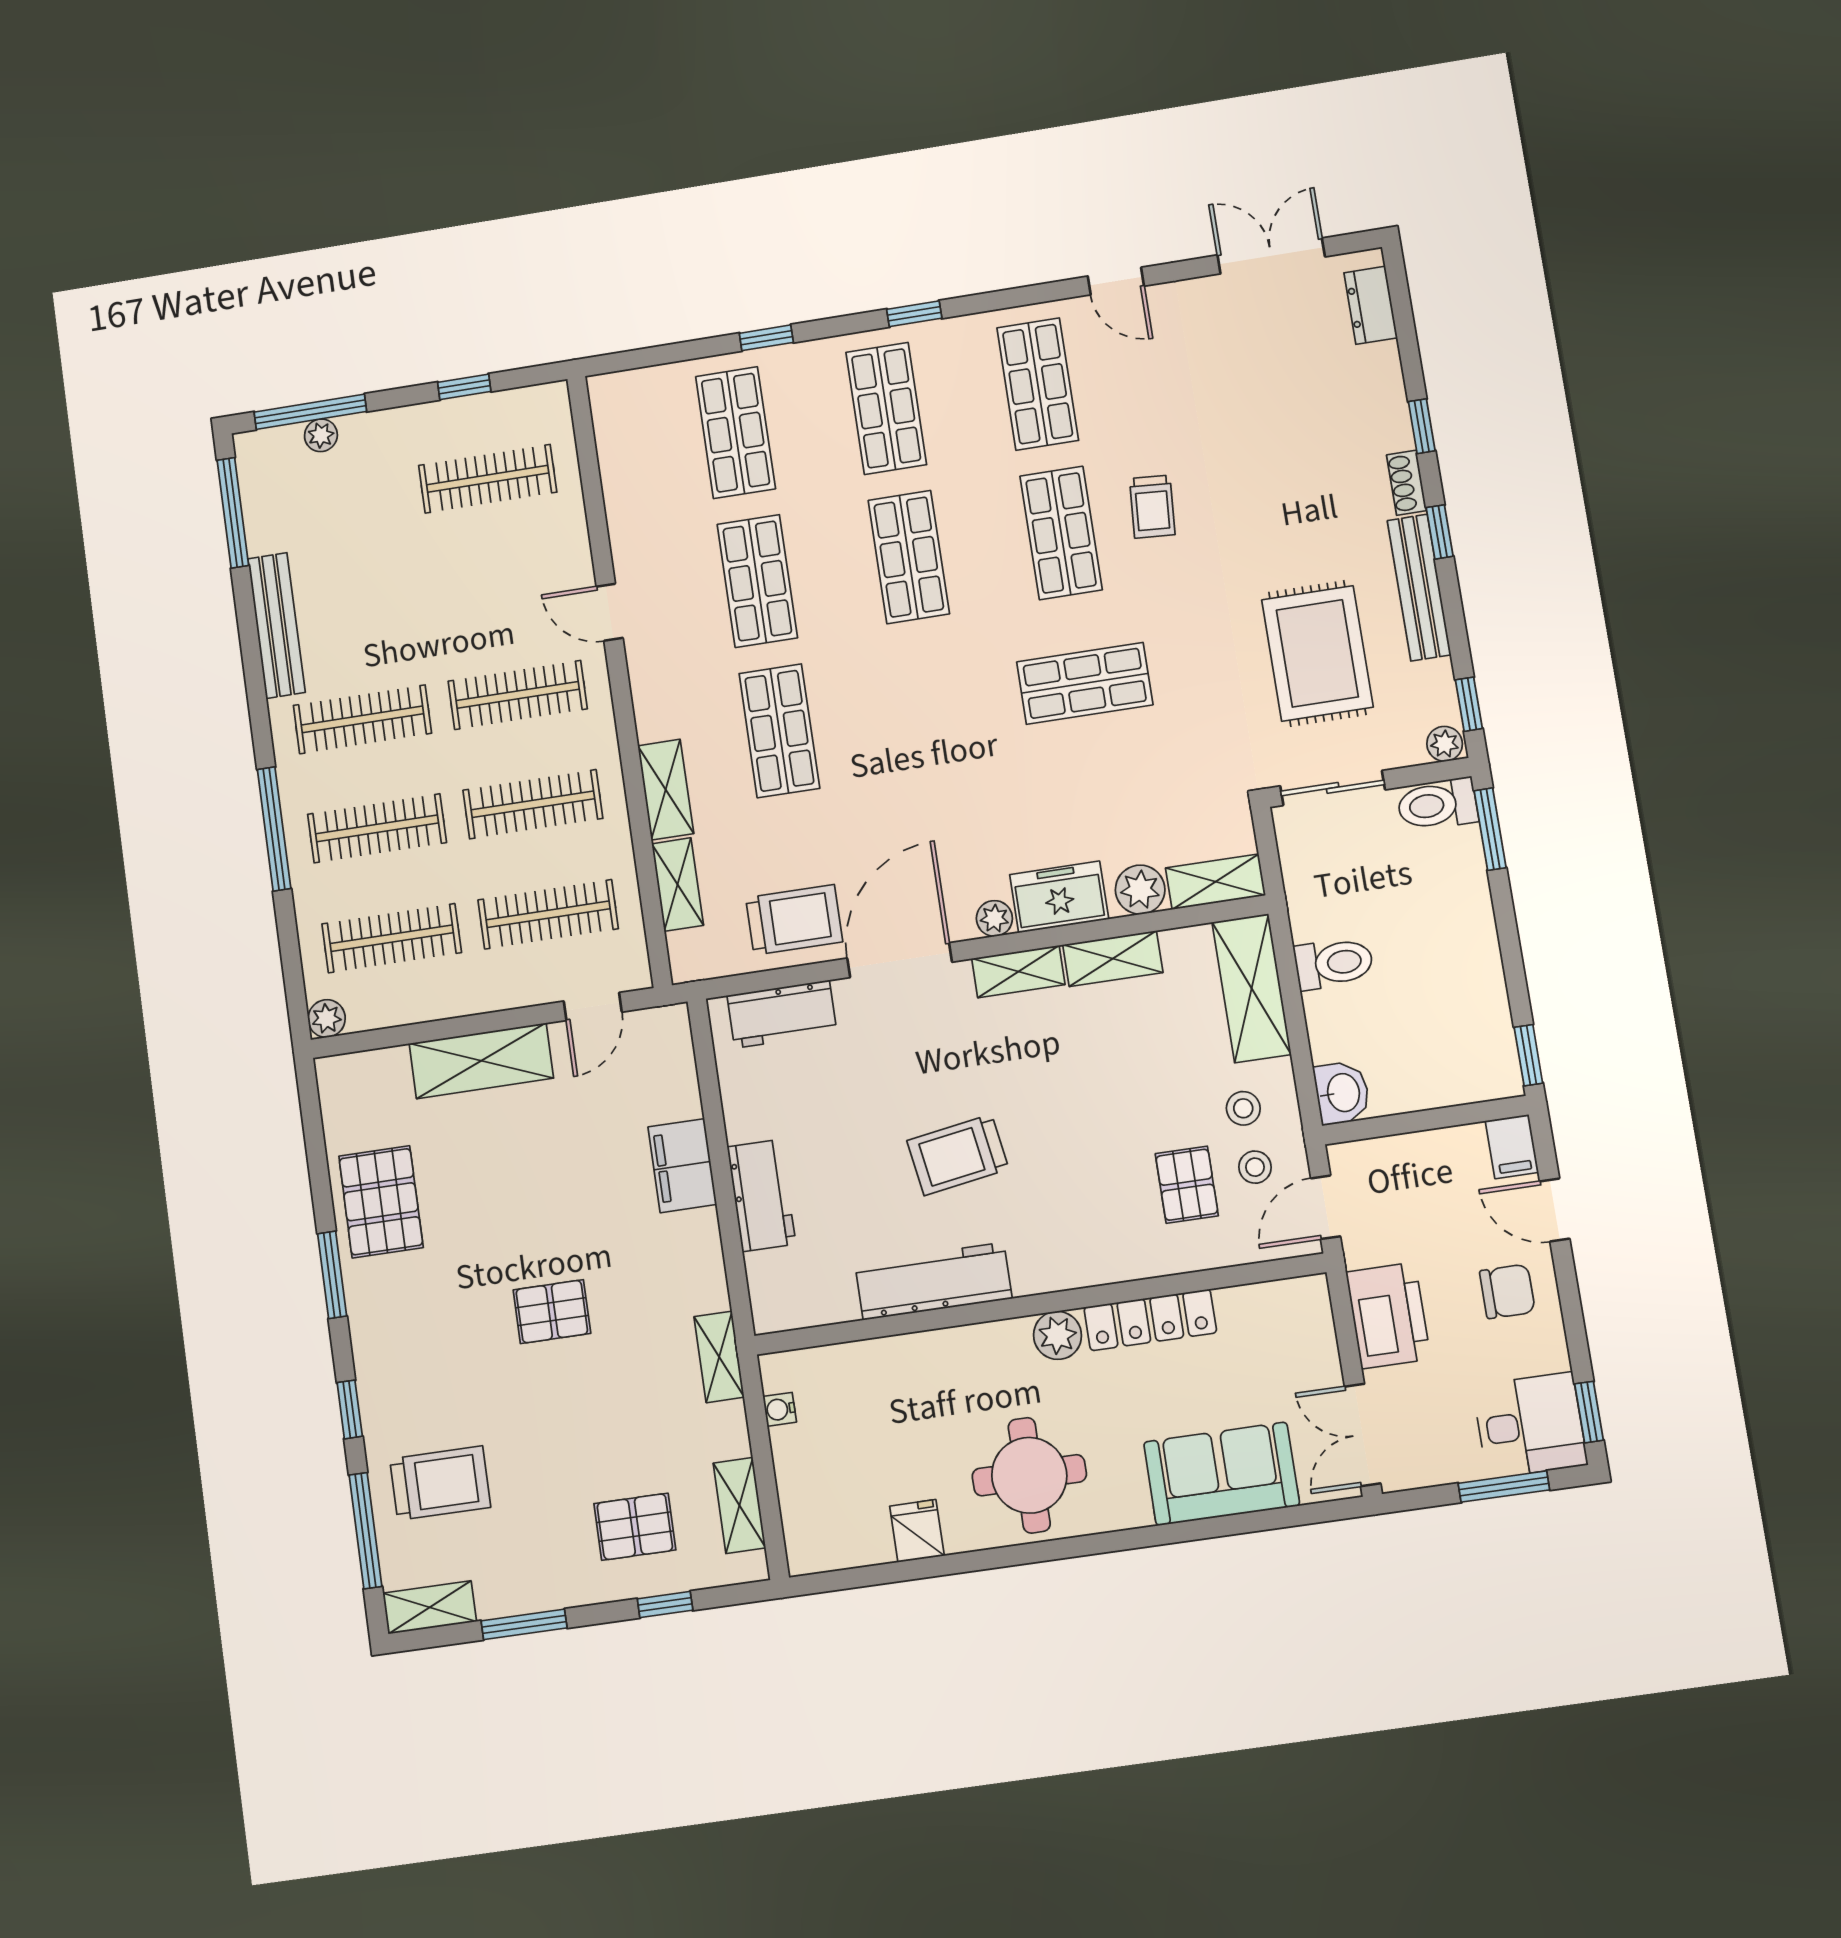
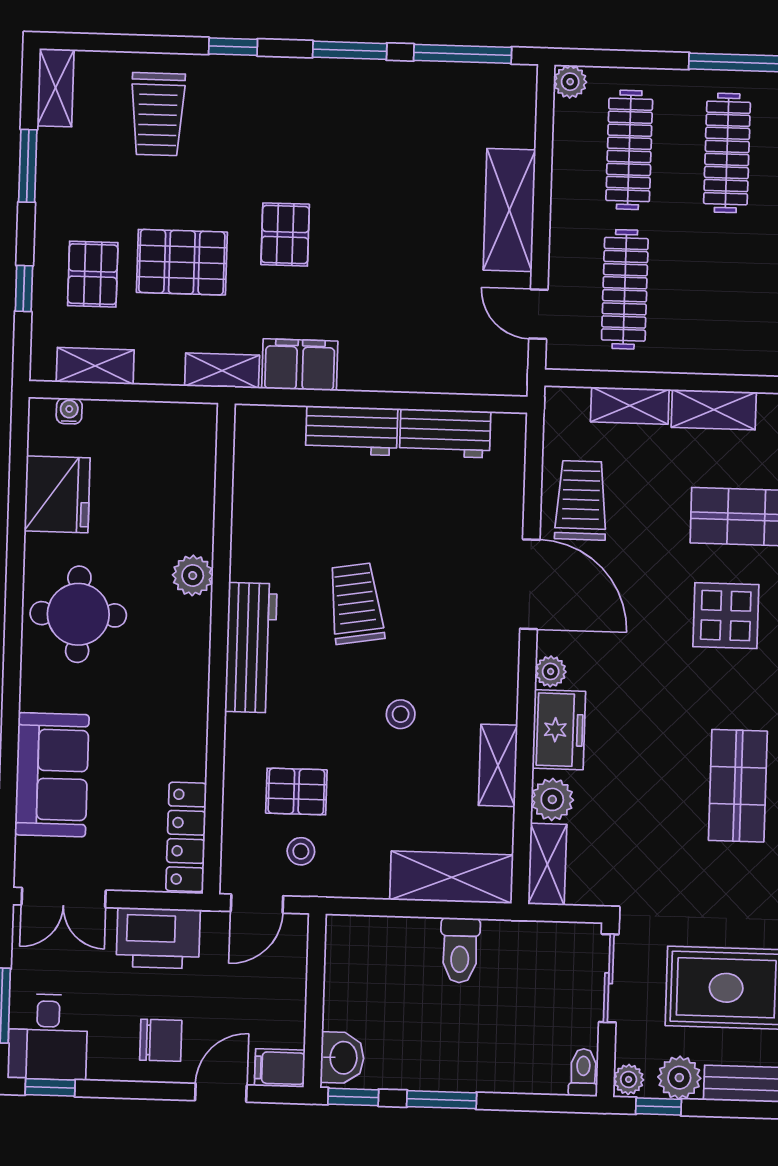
plant: (1431, 687) -> (679, 1078), added
display table: (895, 733) -> (726, 616), added
clothes rail: (533, 804) -> (723, 292), removed
toilet: (1437, 805) -> (583, 1073), width x0.73, depth x0.72
window: (1490, 829) -> (442, 1100), moved
trolley: (794, 920) -> (581, 500), turned 180
shelving: (1018, 972) -> (502, 683), removed
workbench: (782, 1014) -> (445, 433), moved, turned -90
washbasin: (1342, 1093) -> (342, 1058), moved, turned -90
stool: (1243, 1108) -> (401, 714), moved
filing cabinet: (682, 1166) -> (300, 365), moved
pallet: (381, 1202) -> (182, 262), moved
door: (1326, 1207) -> (257, 904), swing flipped
workbench: (933, 1281) -> (251, 648), moved
chair: (1507, 1291) -> (161, 1040), turned -90
locker: (1150, 1320) -> (186, 837), moved
plant: (1058, 1335) -> (193, 575), moved
water cooler: (780, 1409) -> (69, 411), moved
double door: (1363, 1435) -> (64, 898), swing flipped
window: (365, 1531) -> (463, 54), moved
fridge: (917, 1531) -> (57, 494), width x1.88, depth x1.34

